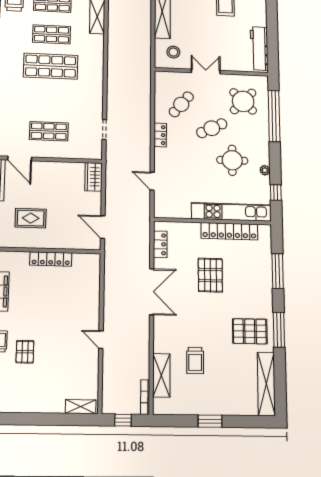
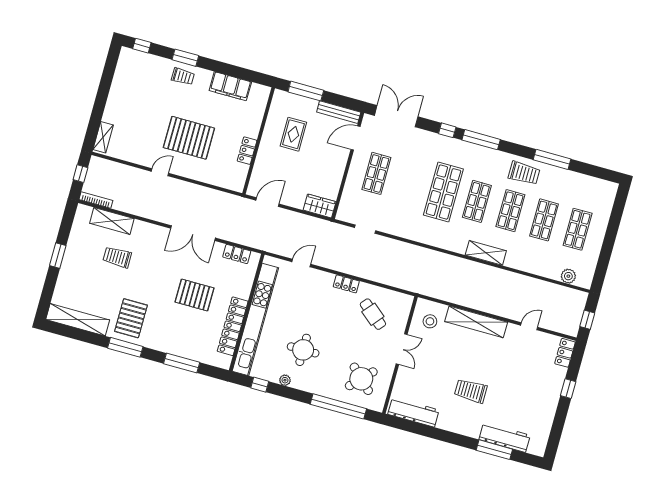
cafe table: (212, 128) -> (341, 338), removed
kitchen unit: (231, 212) -> (255, 319), width x1.36
locker: (51, 259) -> (247, 151), width x0.66
pallet: (25, 352) -> (189, 138), moved, width x2.05, depth x2.00

